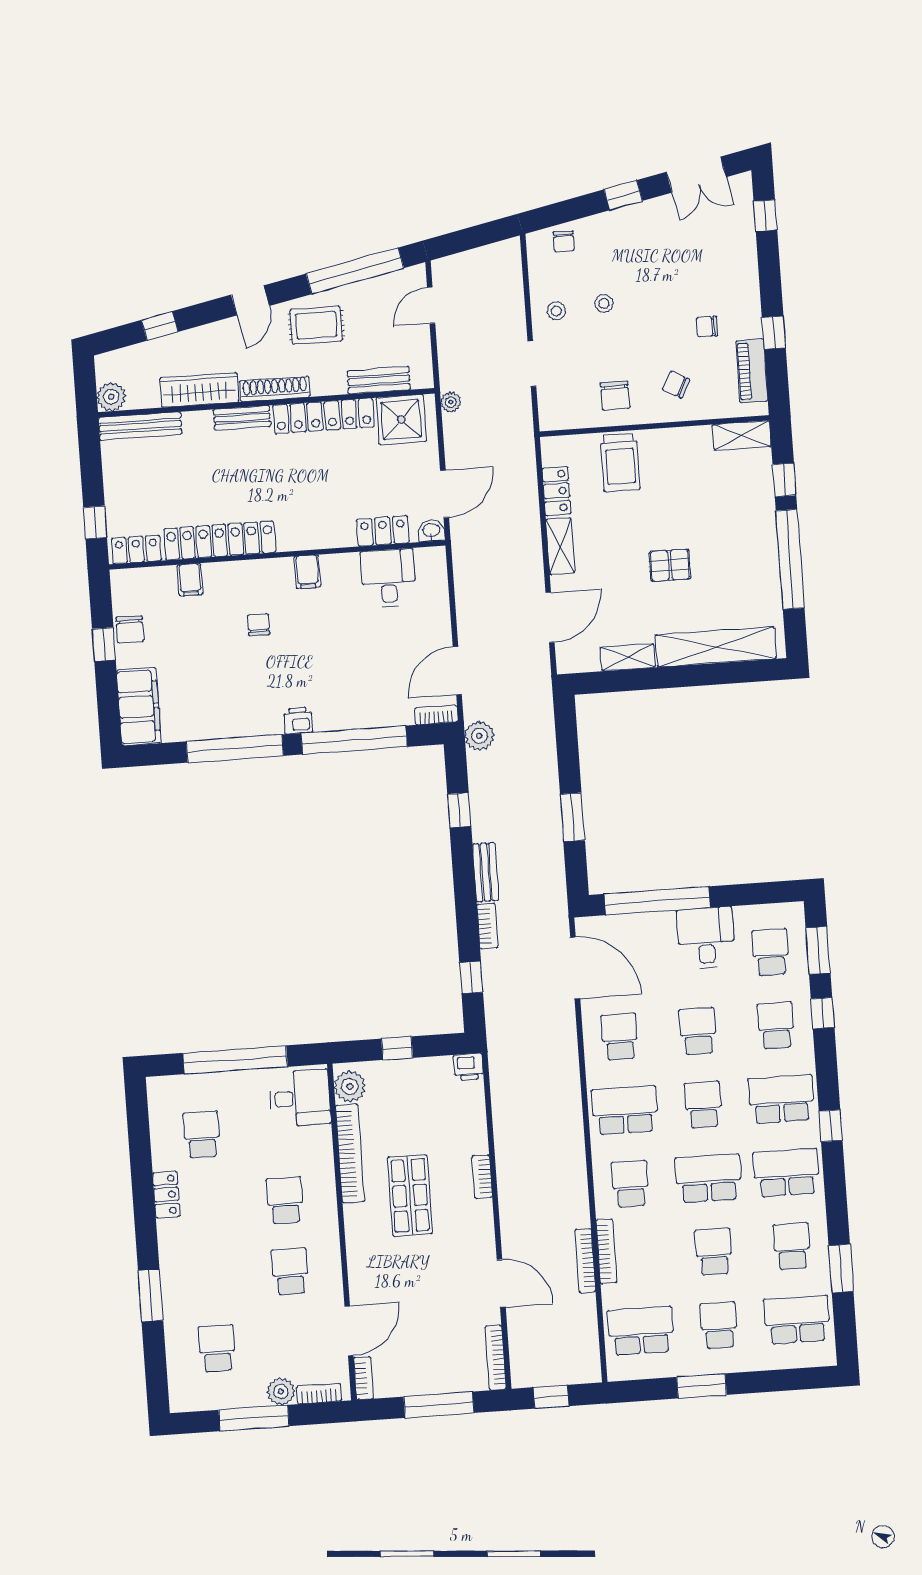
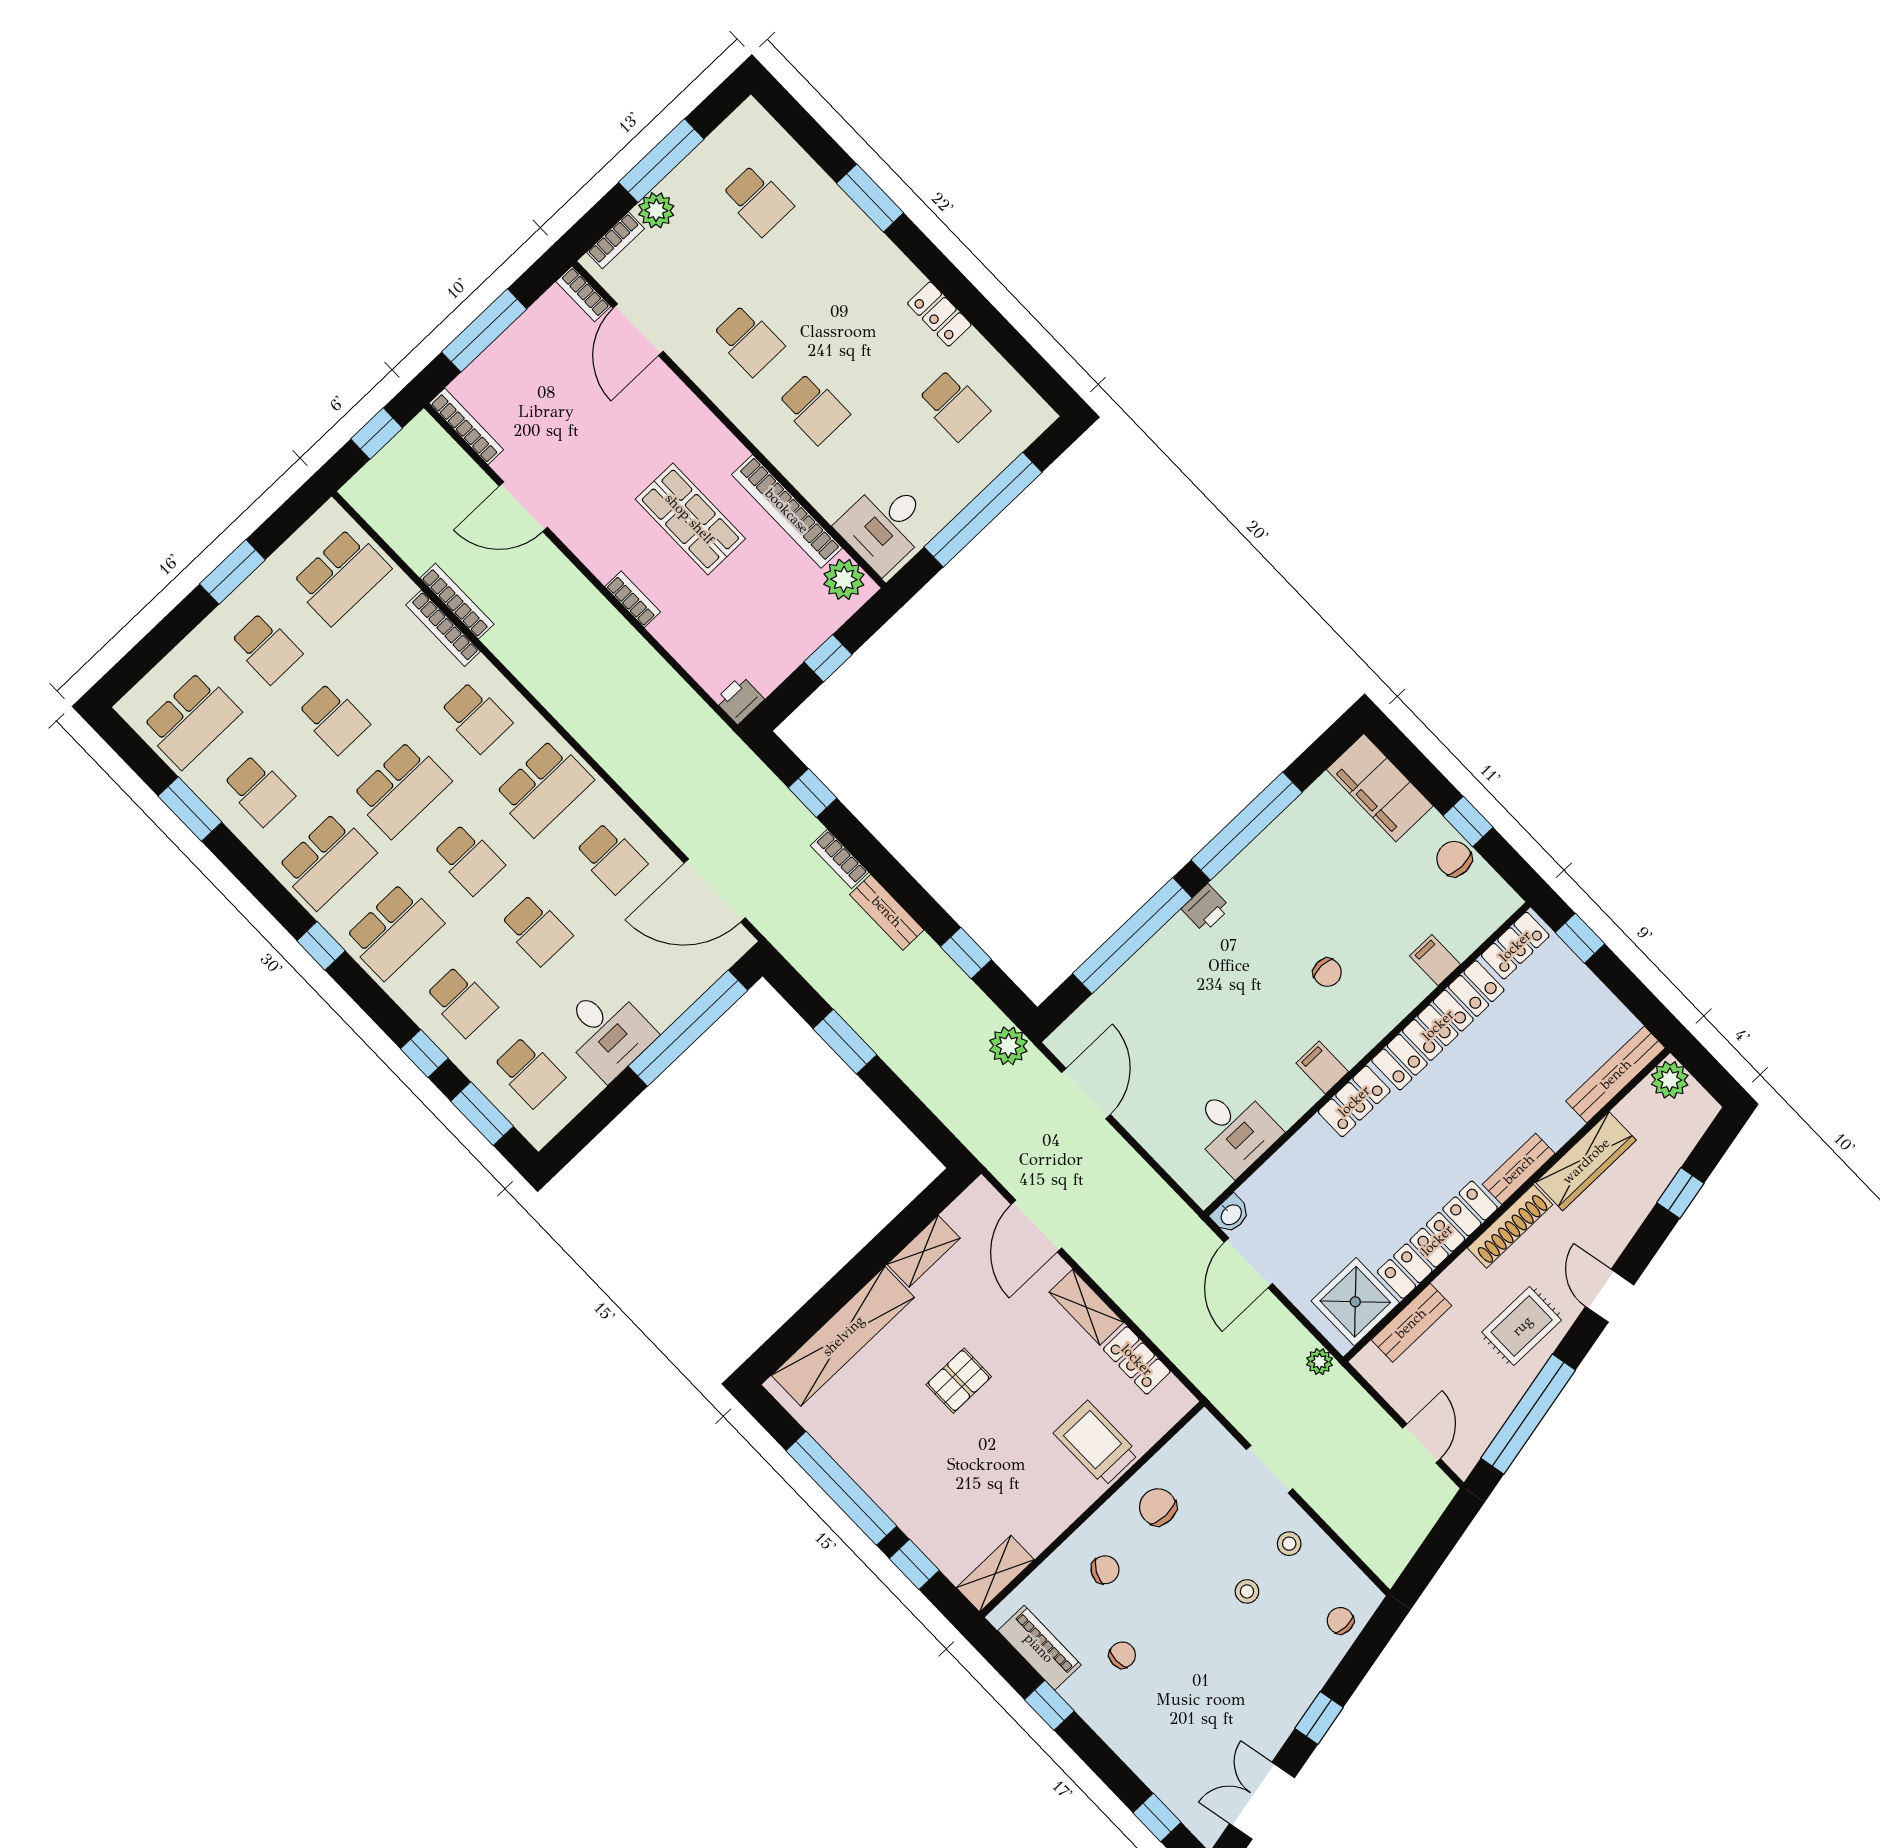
locker: (383, 531) -> (1354, 1101), moved
bookcase: (436, 715) -> (1070, 1031), removed

